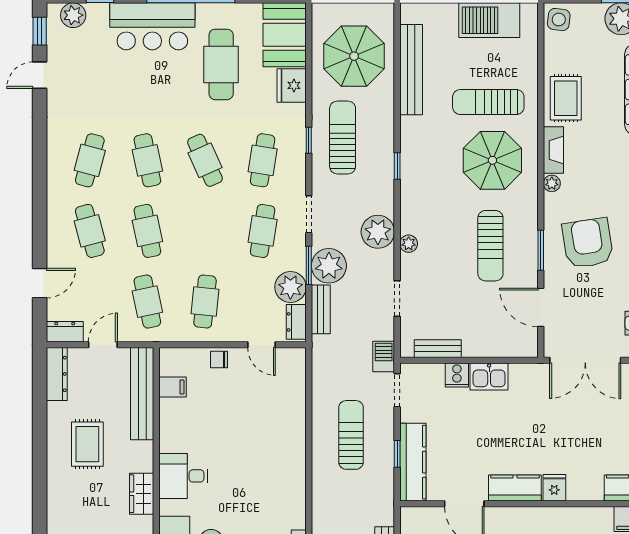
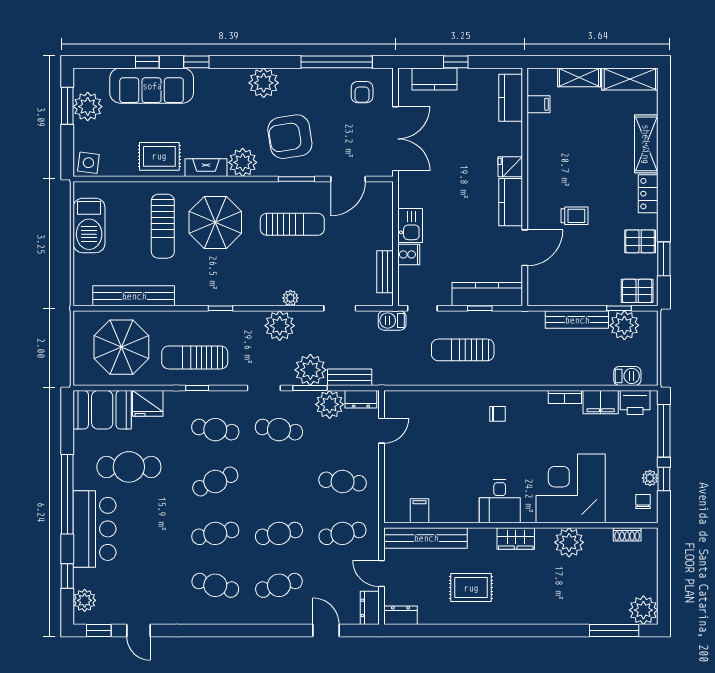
plant: (552, 183) -> (243, 162), width x1.88, depth x1.88
chair: (219, 359) -> (497, 414), moved, turned -90
dresser: (57, 374) -> (401, 615), width x0.70

